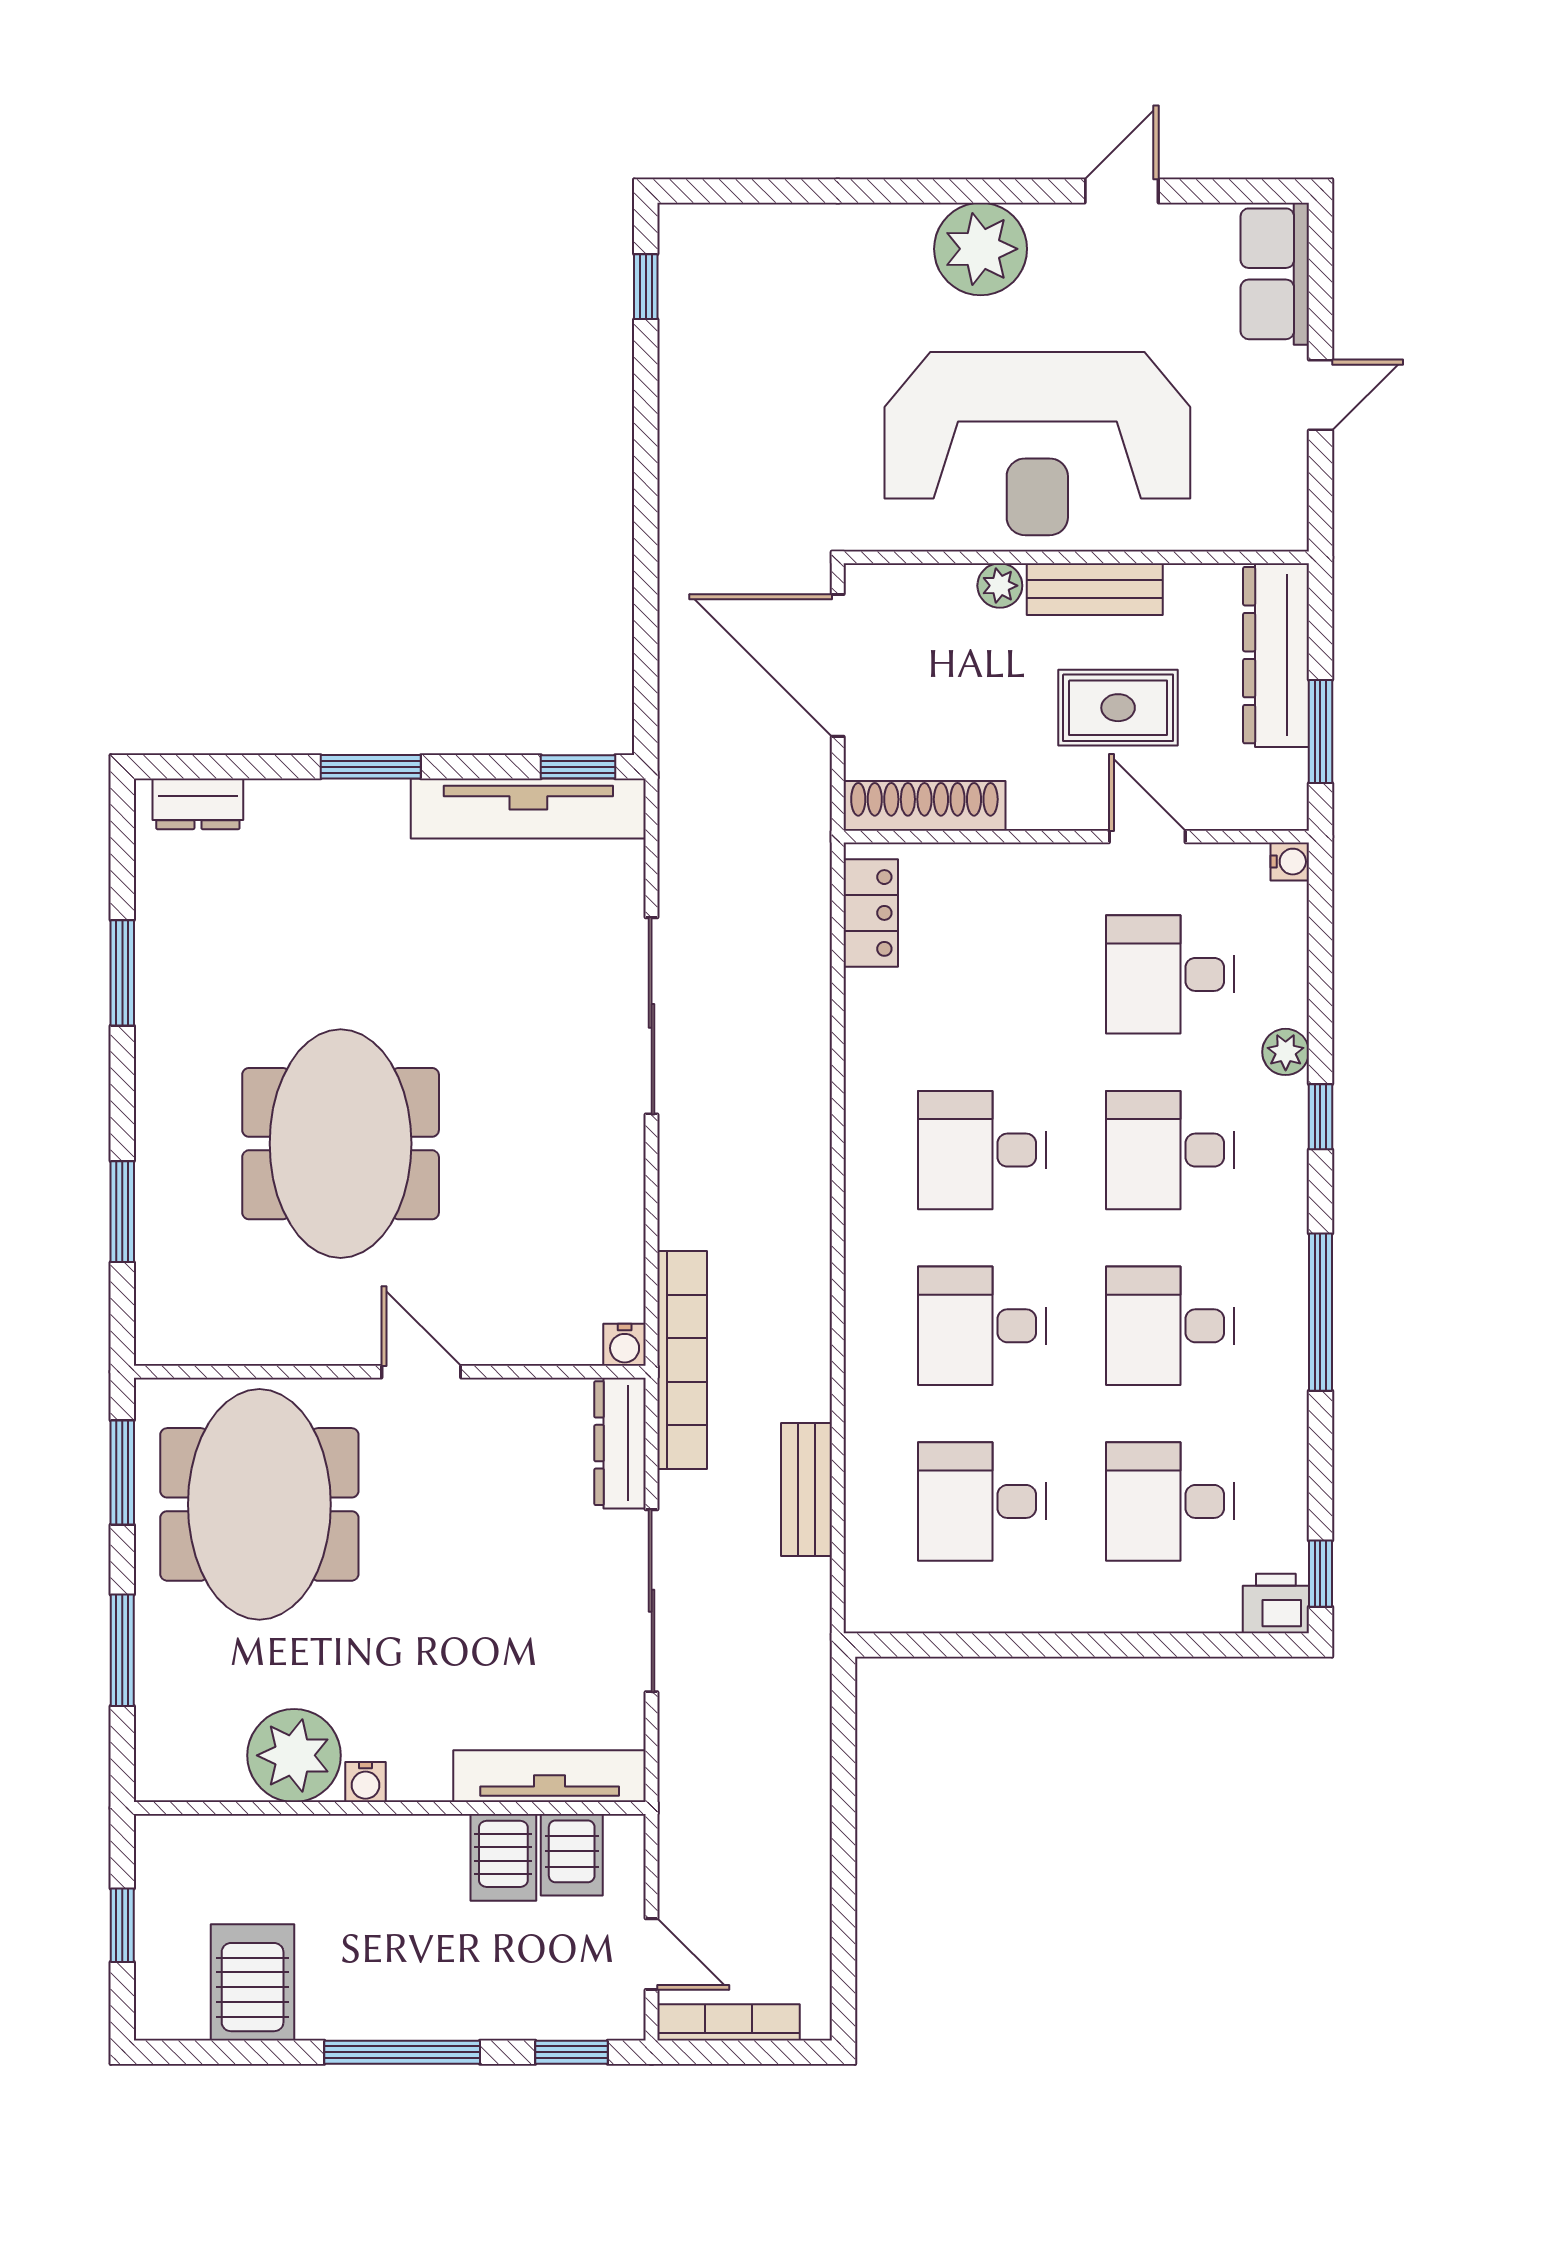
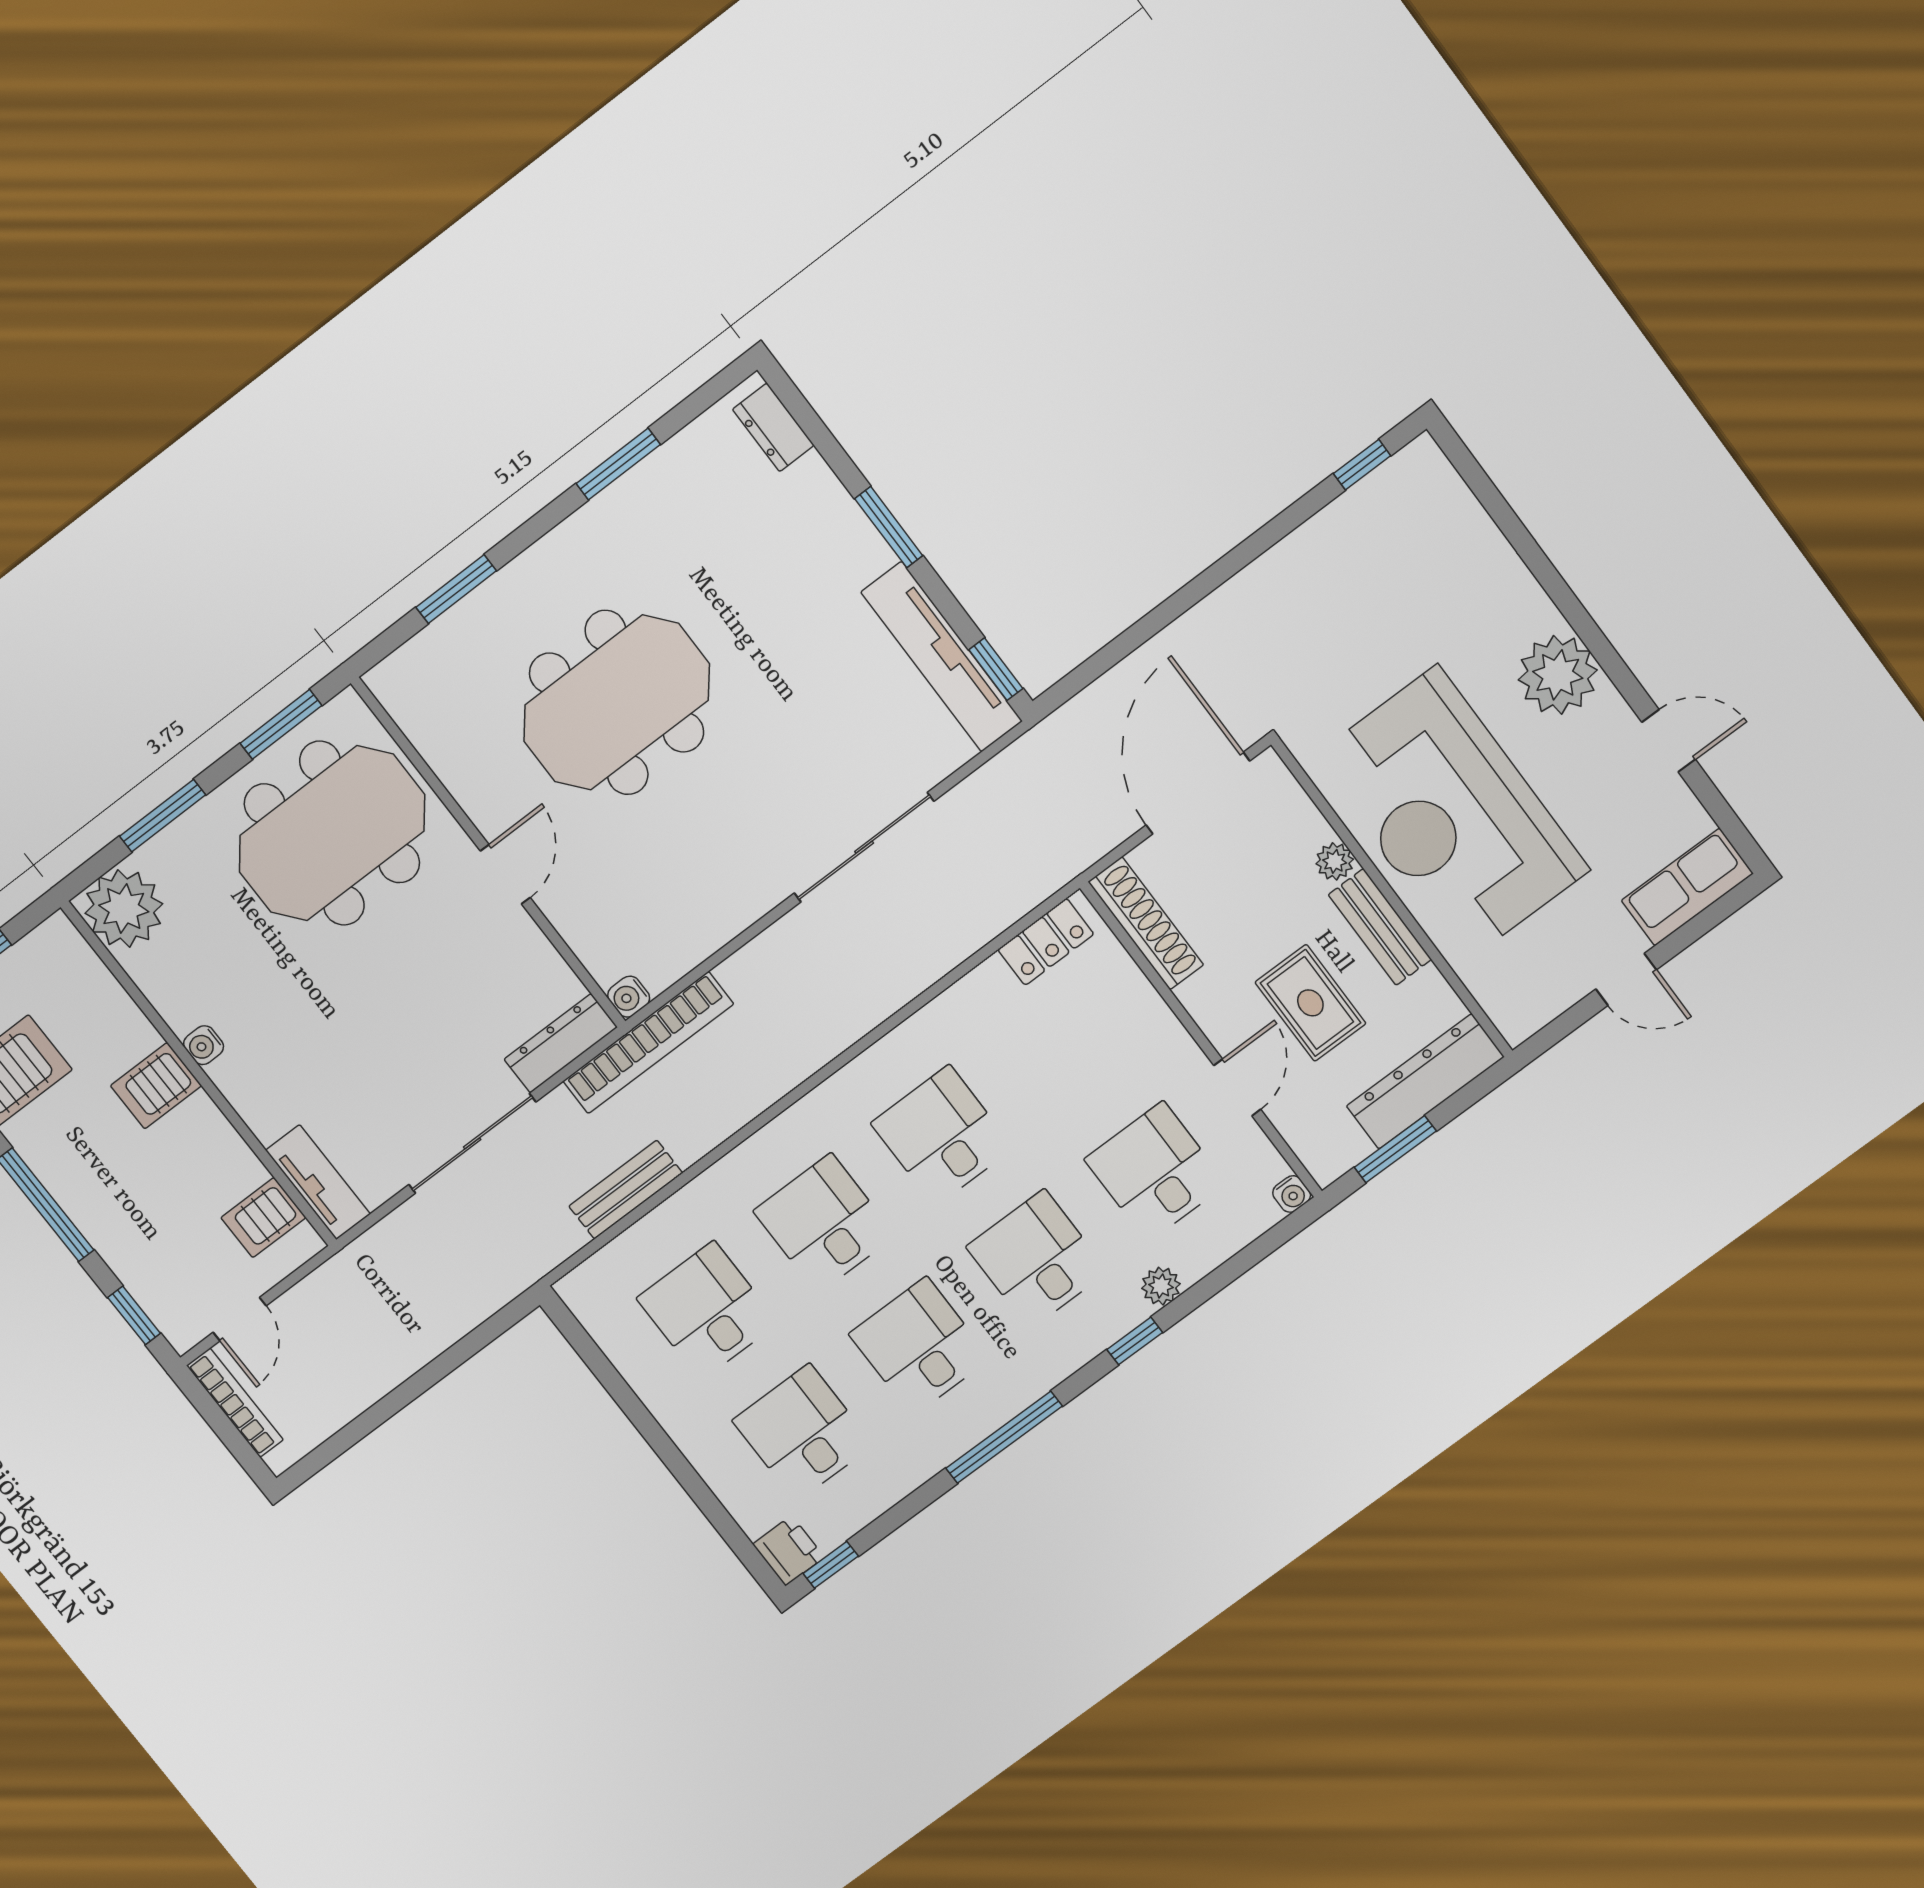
plant: (294, 1755) -> (124, 909), moved
tv unit: (550, 1776) -> (318, 1182), width x0.71
server rack: (503, 1857) -> (156, 1086), moved

